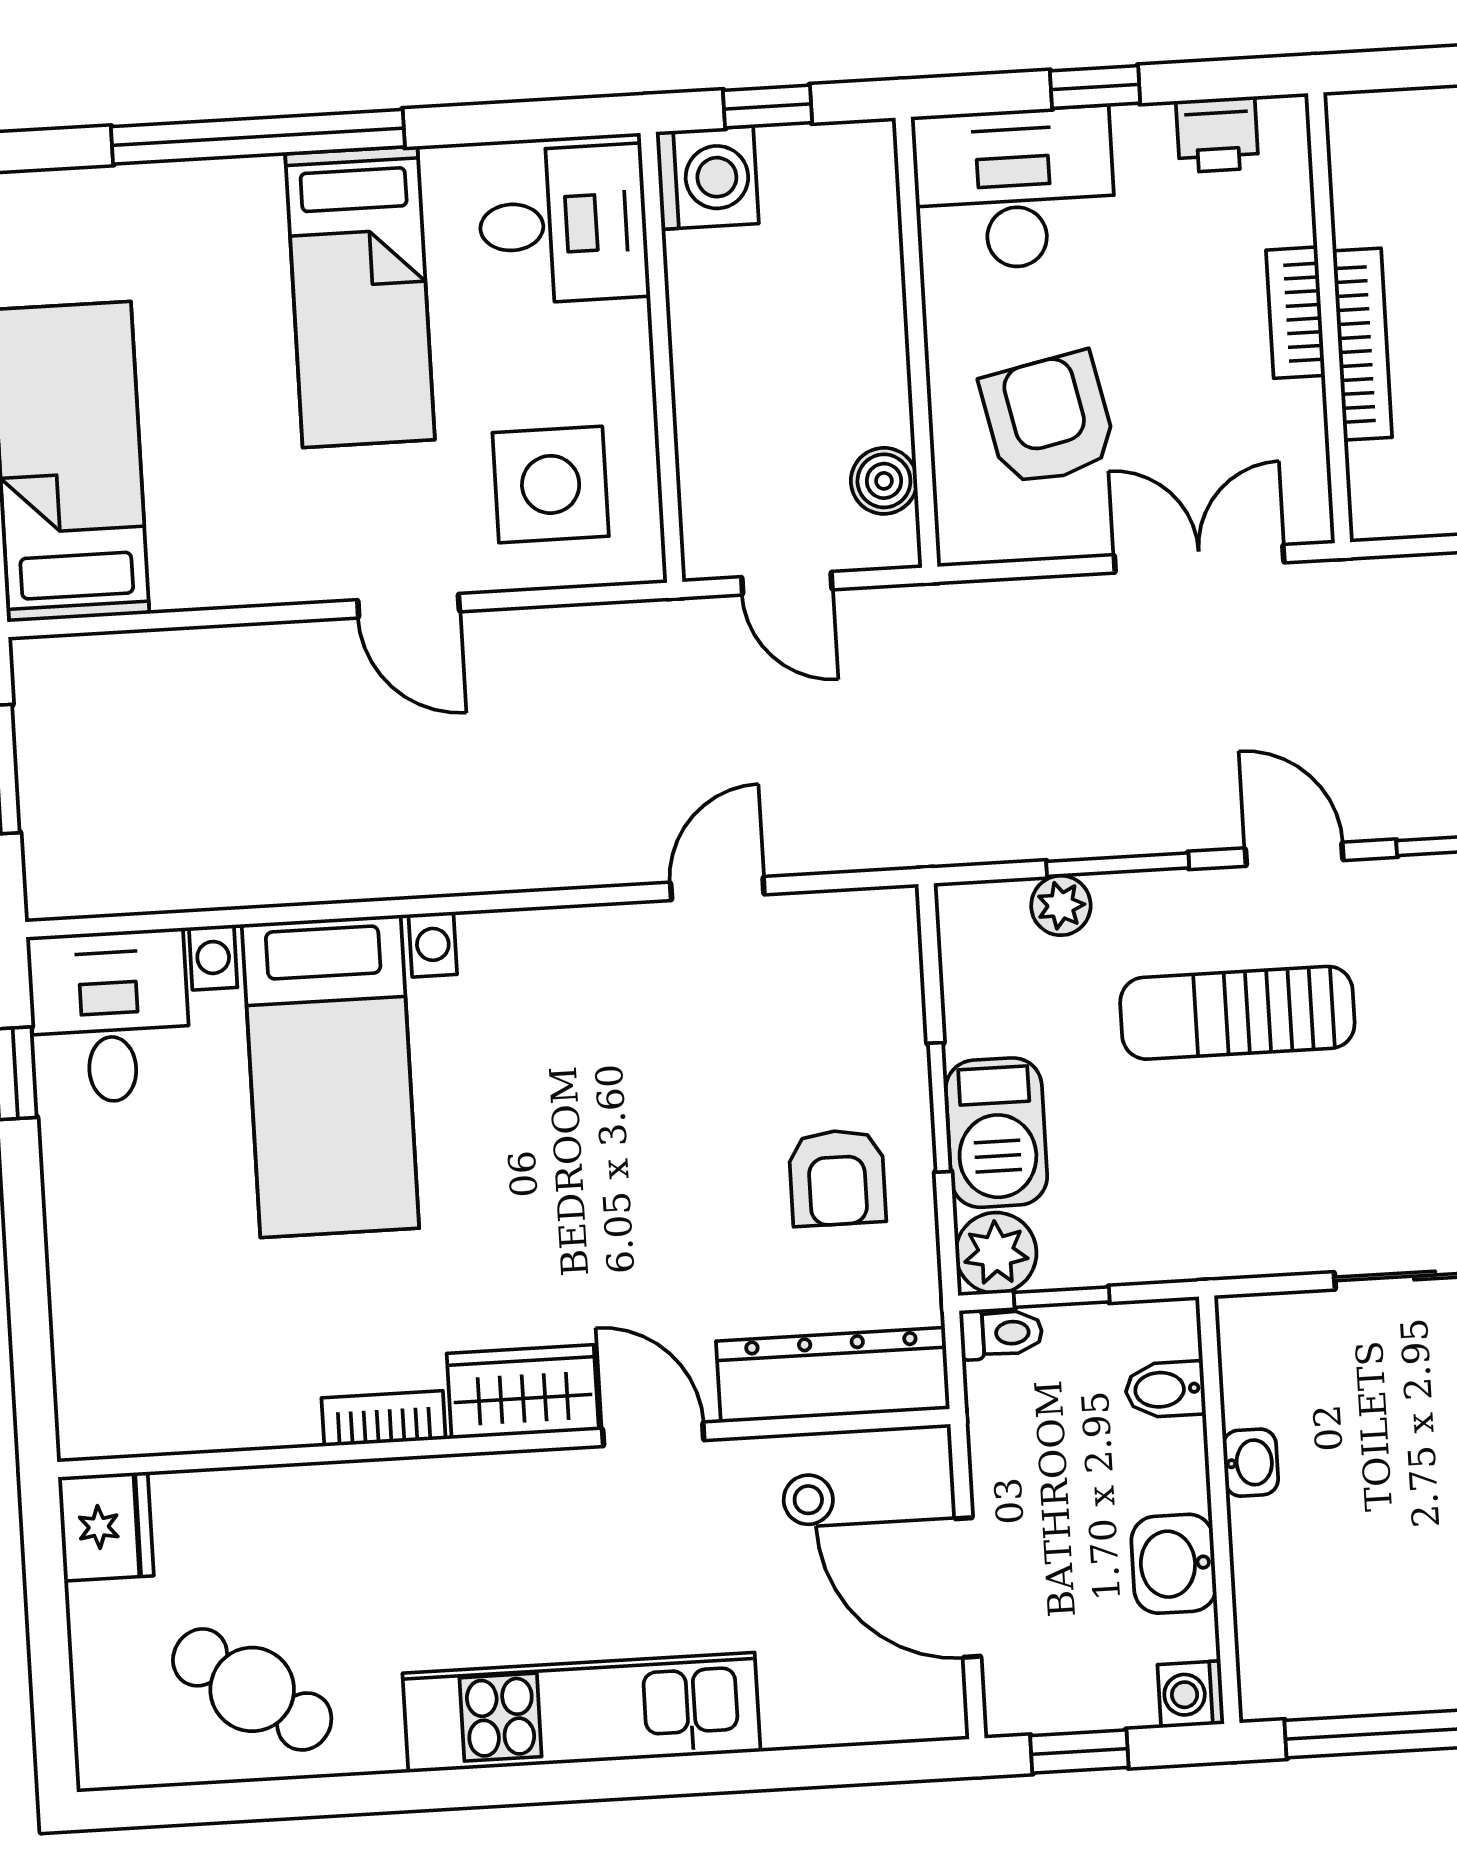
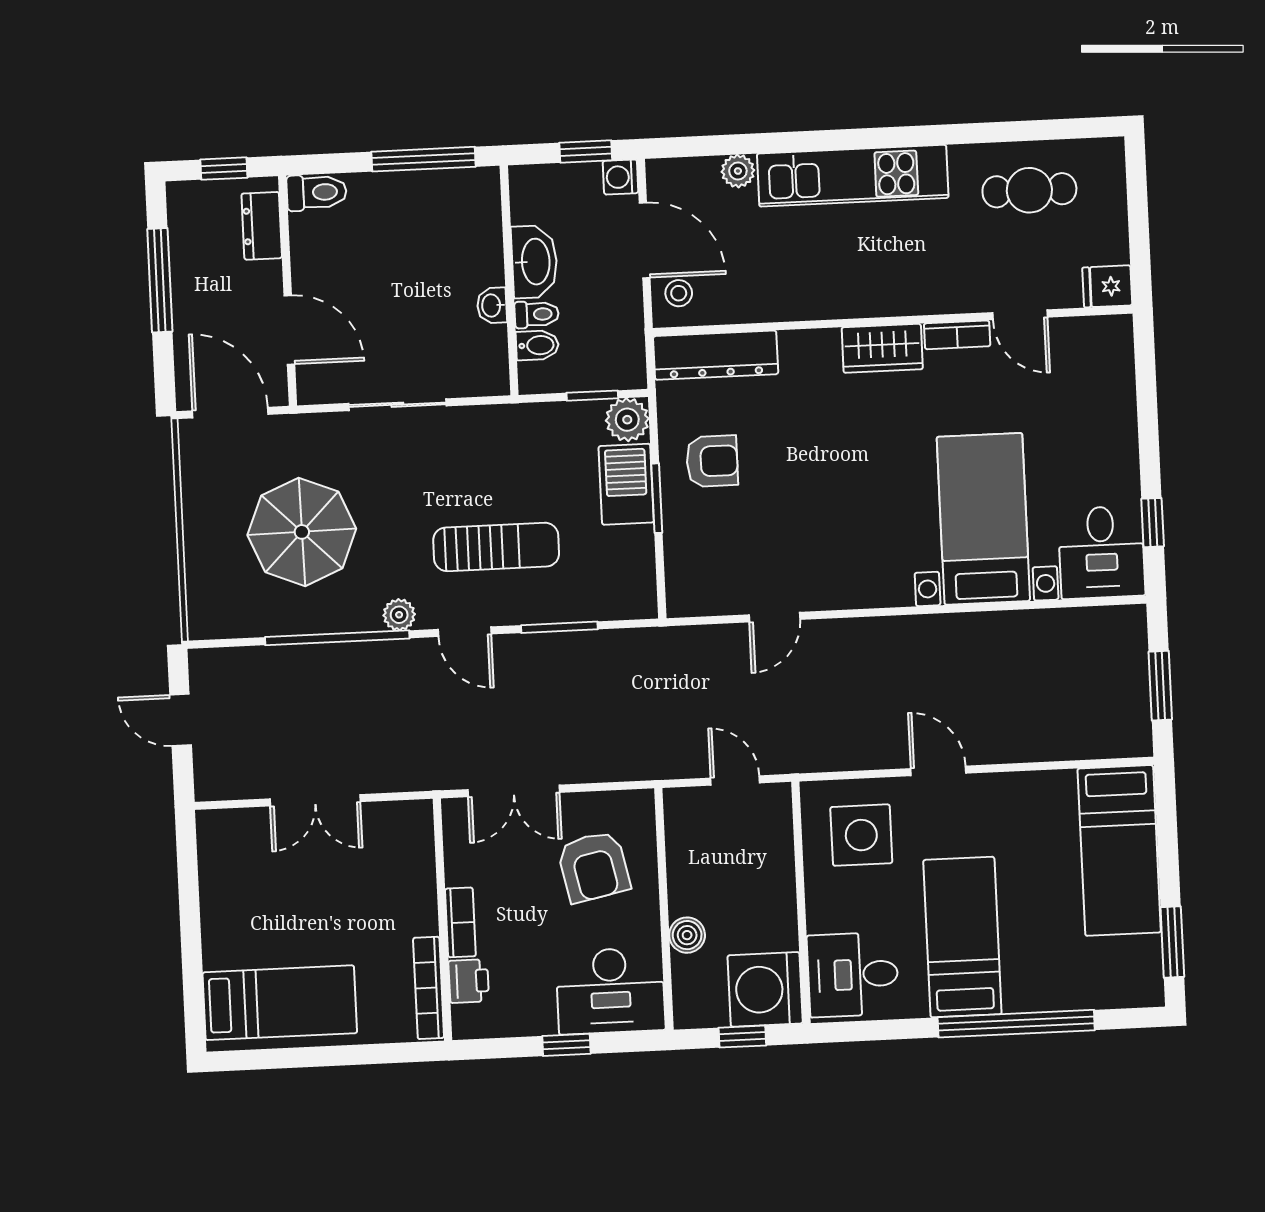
printer: (1217, 135) -> (469, 981), moved, turned 90
washing machine: (707, 178) -> (765, 989), width x1.37, depth x1.37
bookcase: (1362, 344) -> (429, 988), moved
boiler: (884, 481) -> (687, 935), moved
plant: (1061, 905) -> (399, 615), moved
armchair: (837, 1178) -> (712, 461), turned 90
toilet: (1001, 1333) -> (537, 314), moved, turned 180
door: (653, 1434) -> (1020, 315), moved
stool: (808, 1500) -> (679, 293), moved
fridge: (106, 1527) -> (1107, 286), width x0.72
washbasin: (1174, 1564) -> (534, 262), width x1.38
cafe table: (252, 1689) -> (1029, 190), turned -35
washing machine: (1191, 1694) -> (621, 177), moved, turned 180
plant: (795, 1719) -> (738, 171), added

